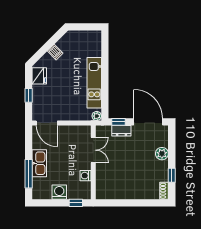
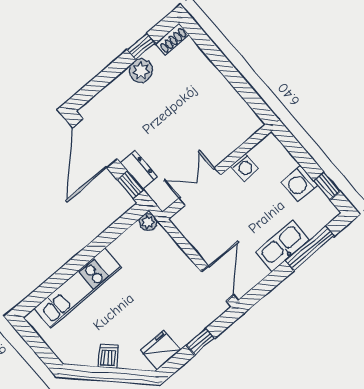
kitchen unit: (94, 83) -> (78, 288), moved
plant: (162, 154) -> (141, 71), moved
window: (76, 203) -> (327, 186), moved

